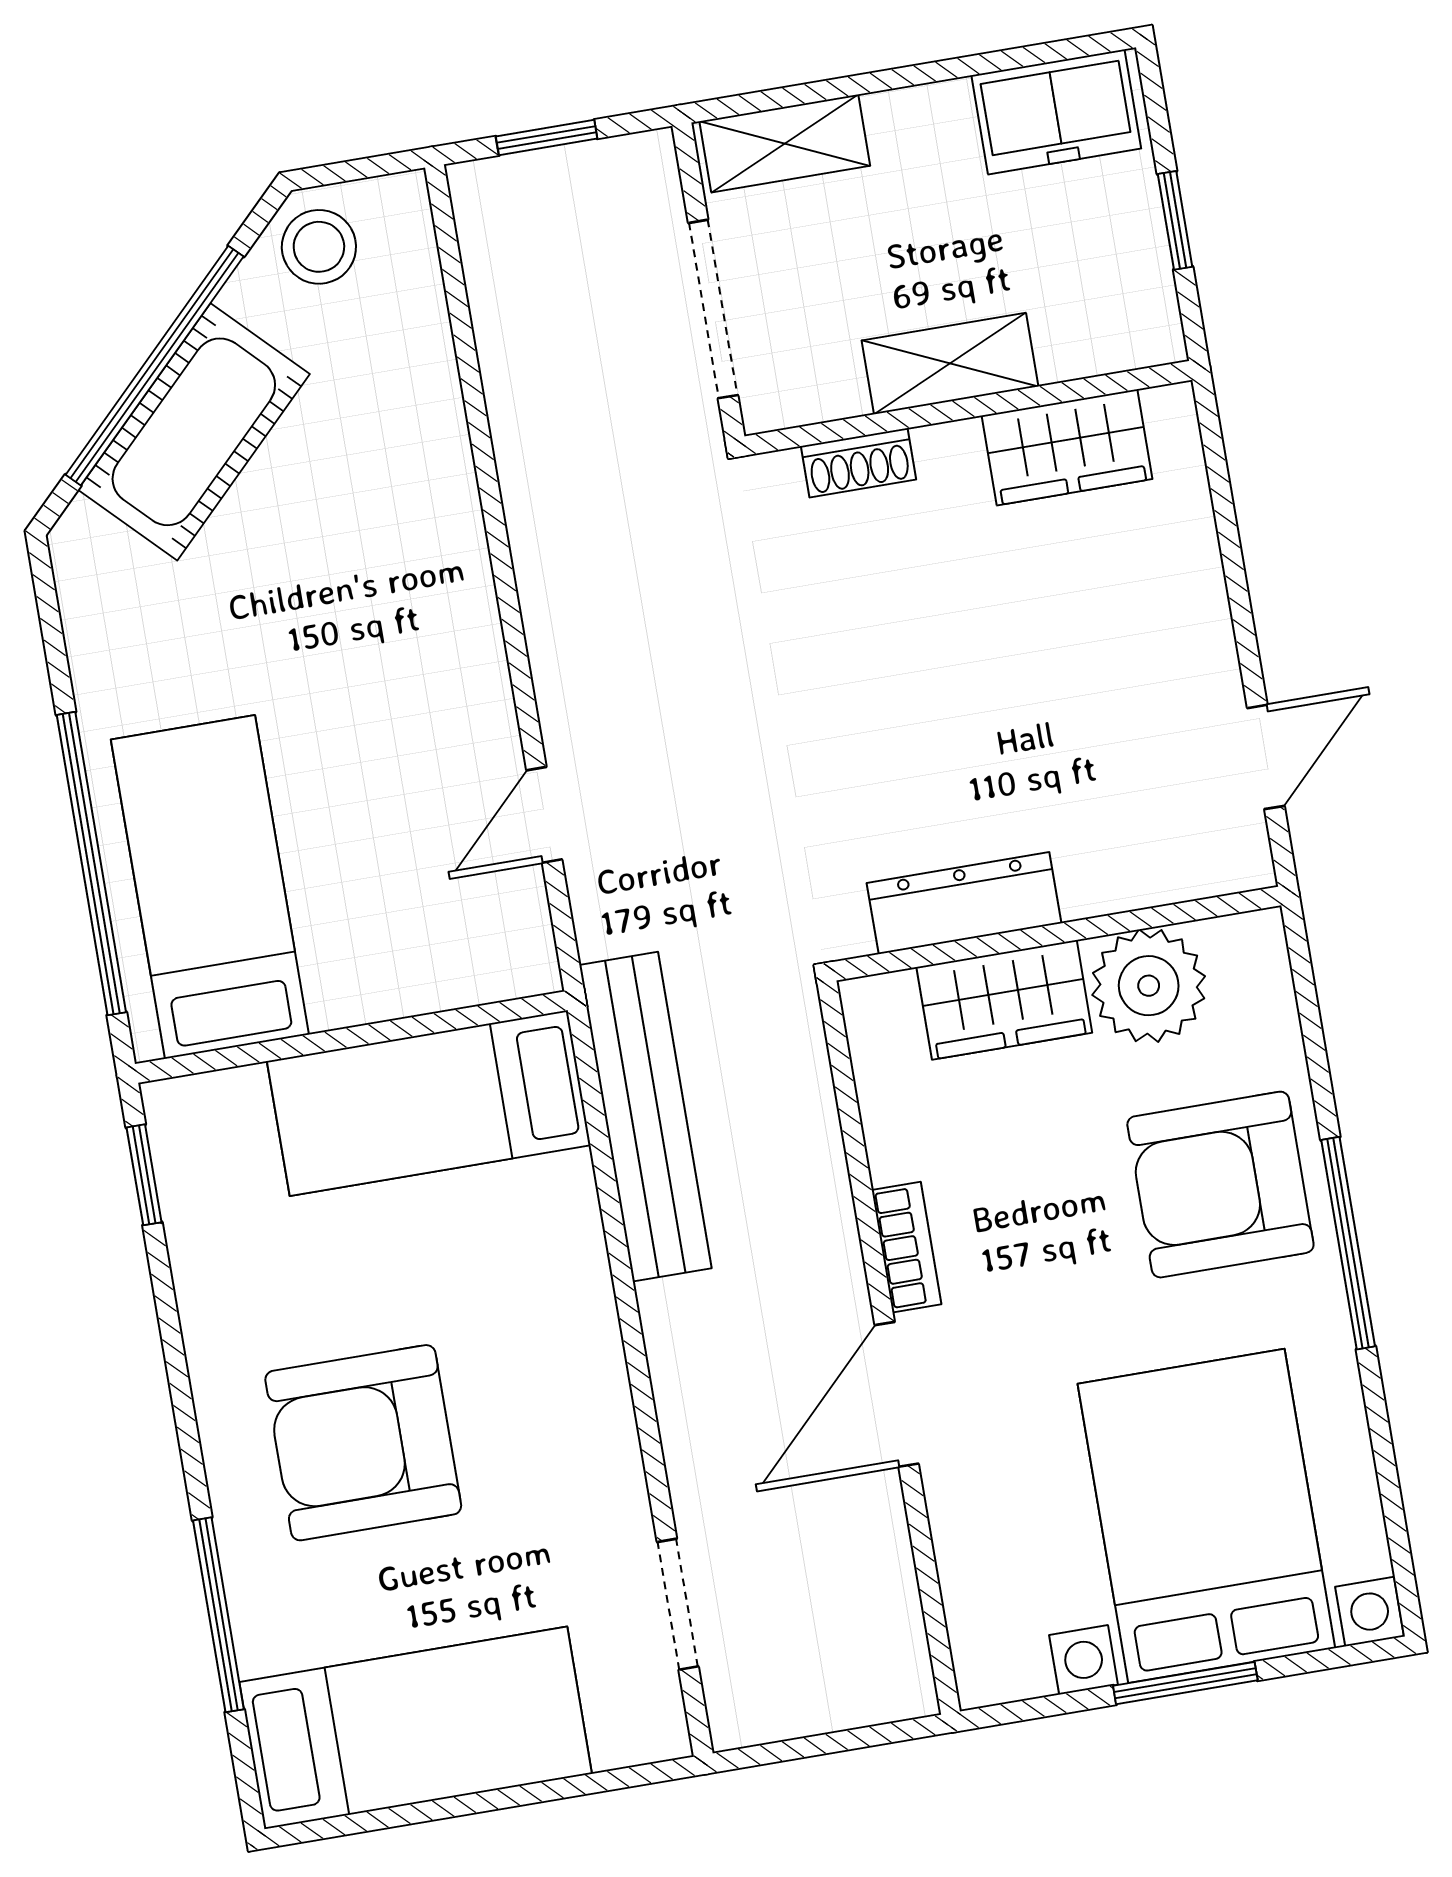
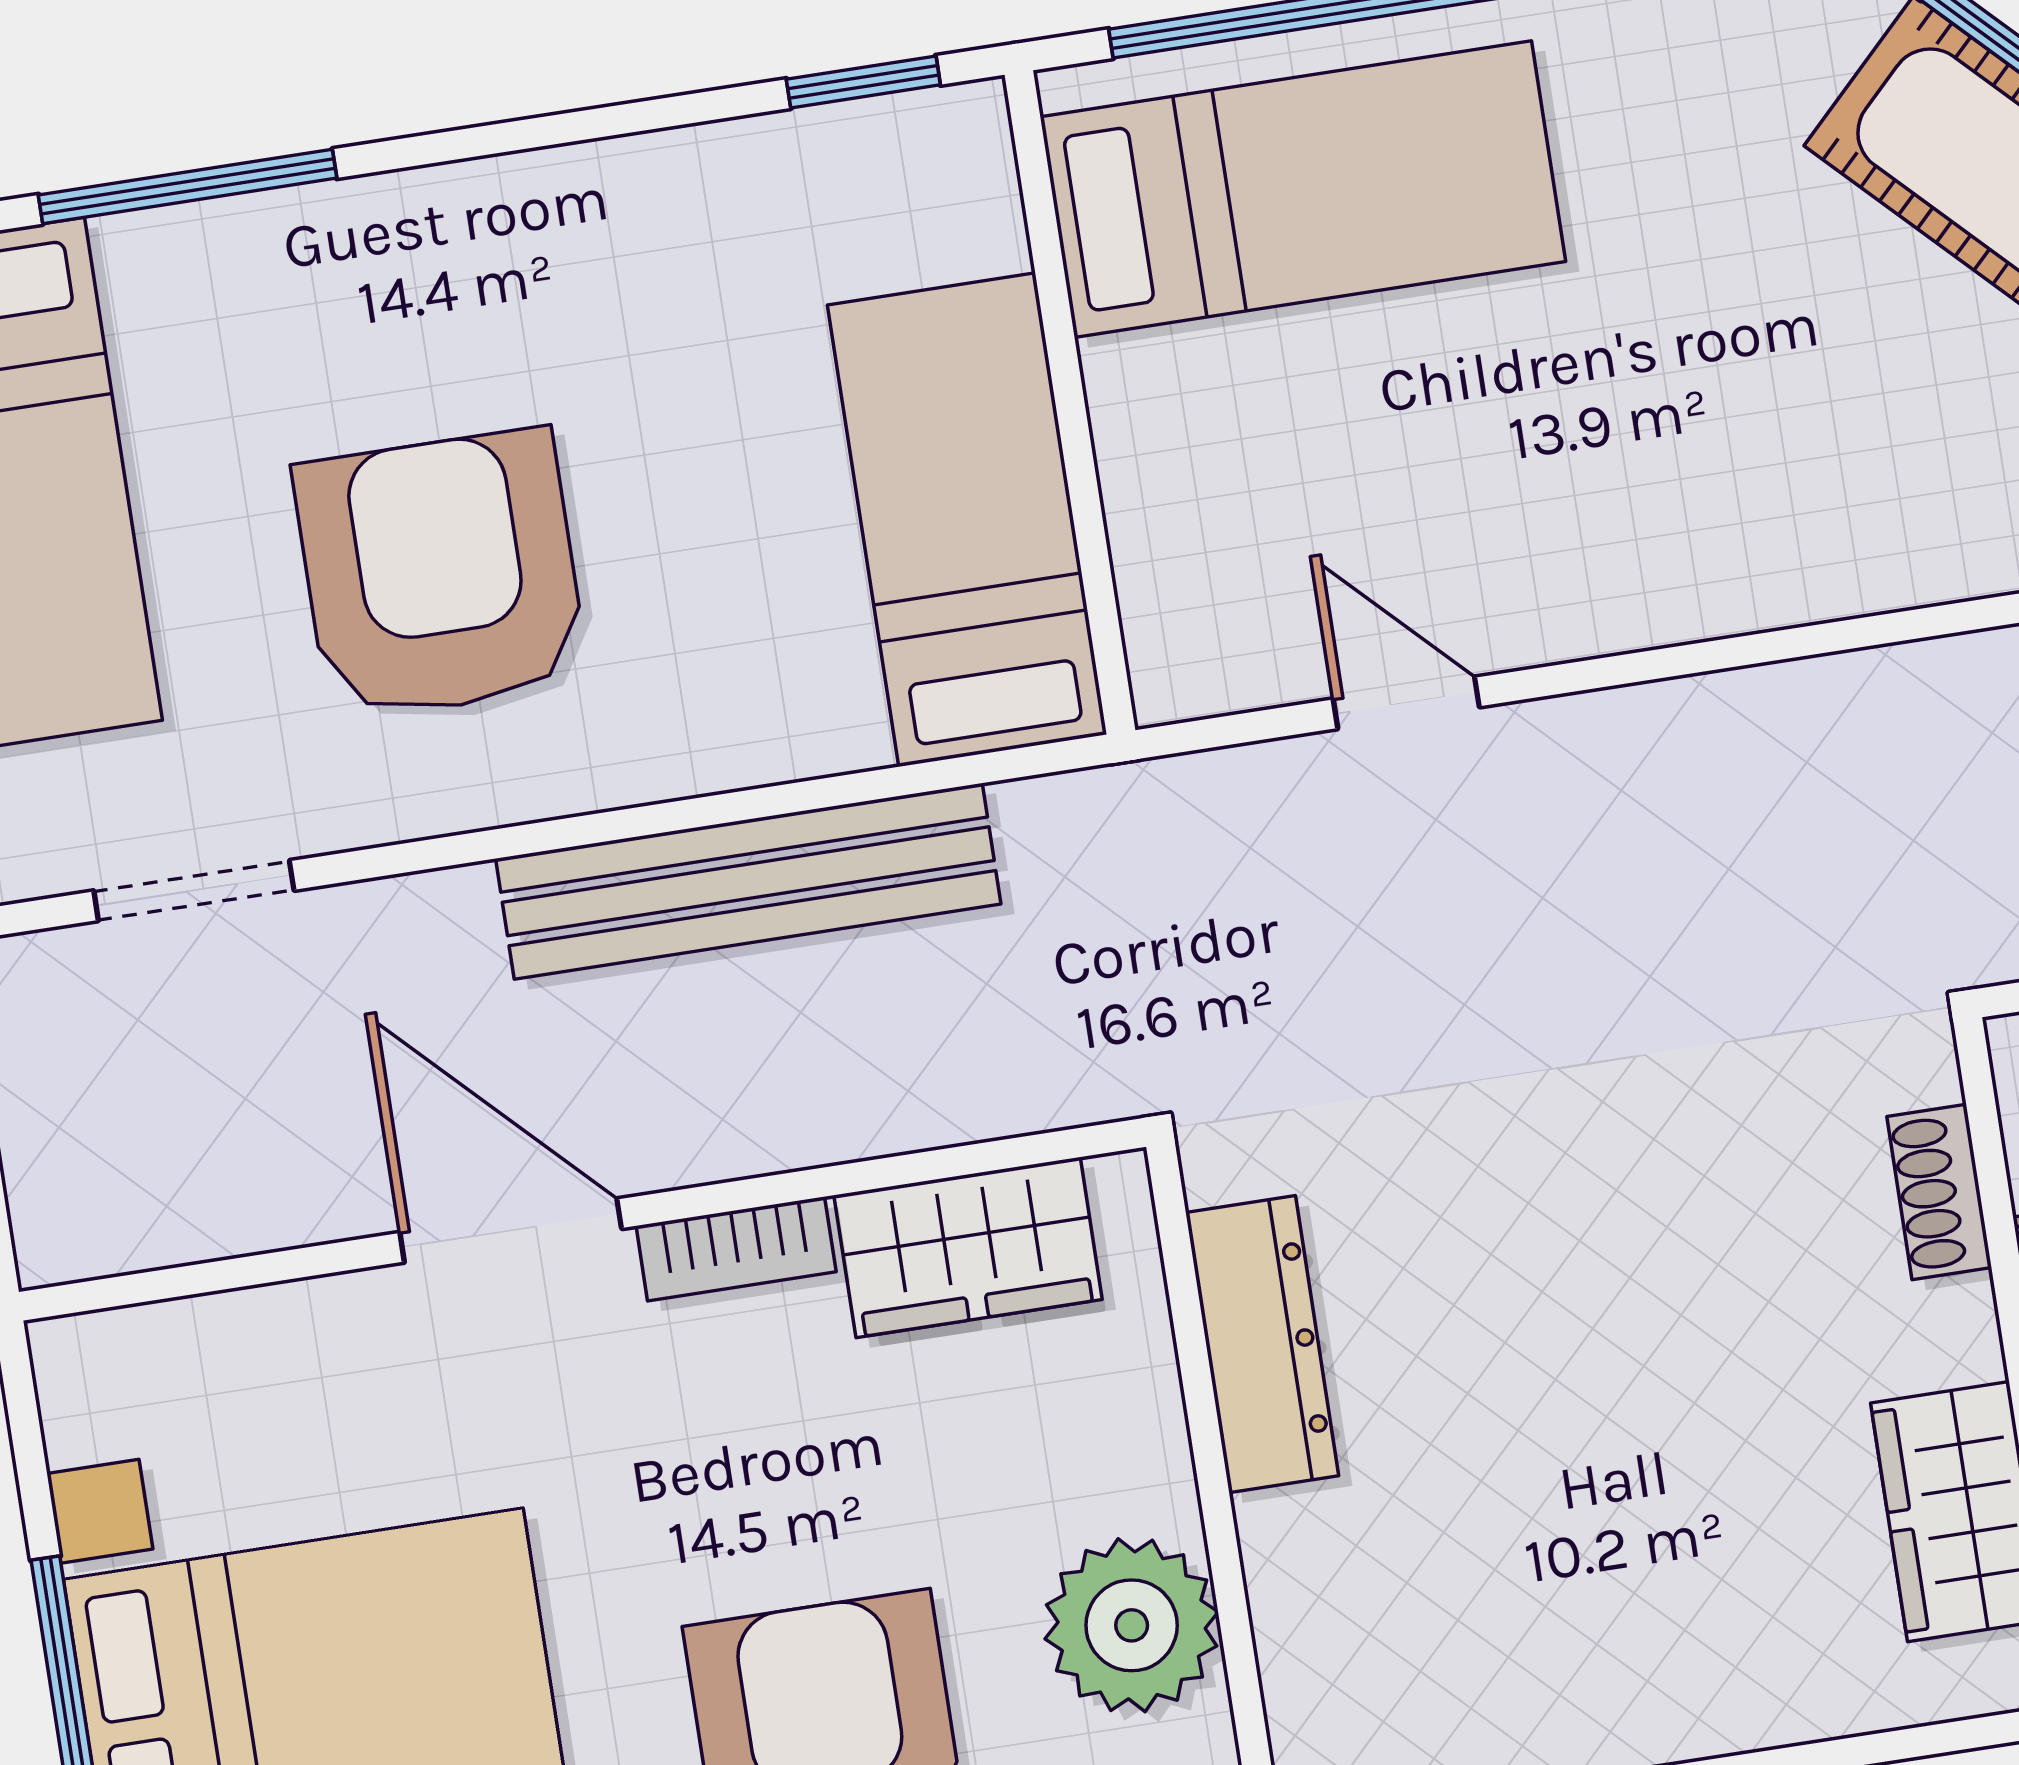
wardrobe: (1004, 1000) -> (968, 1247), moved, turned -90
bench: (645, 1117) -> (748, 881), moved
armchair: (363, 1443) -> (441, 575), moved

